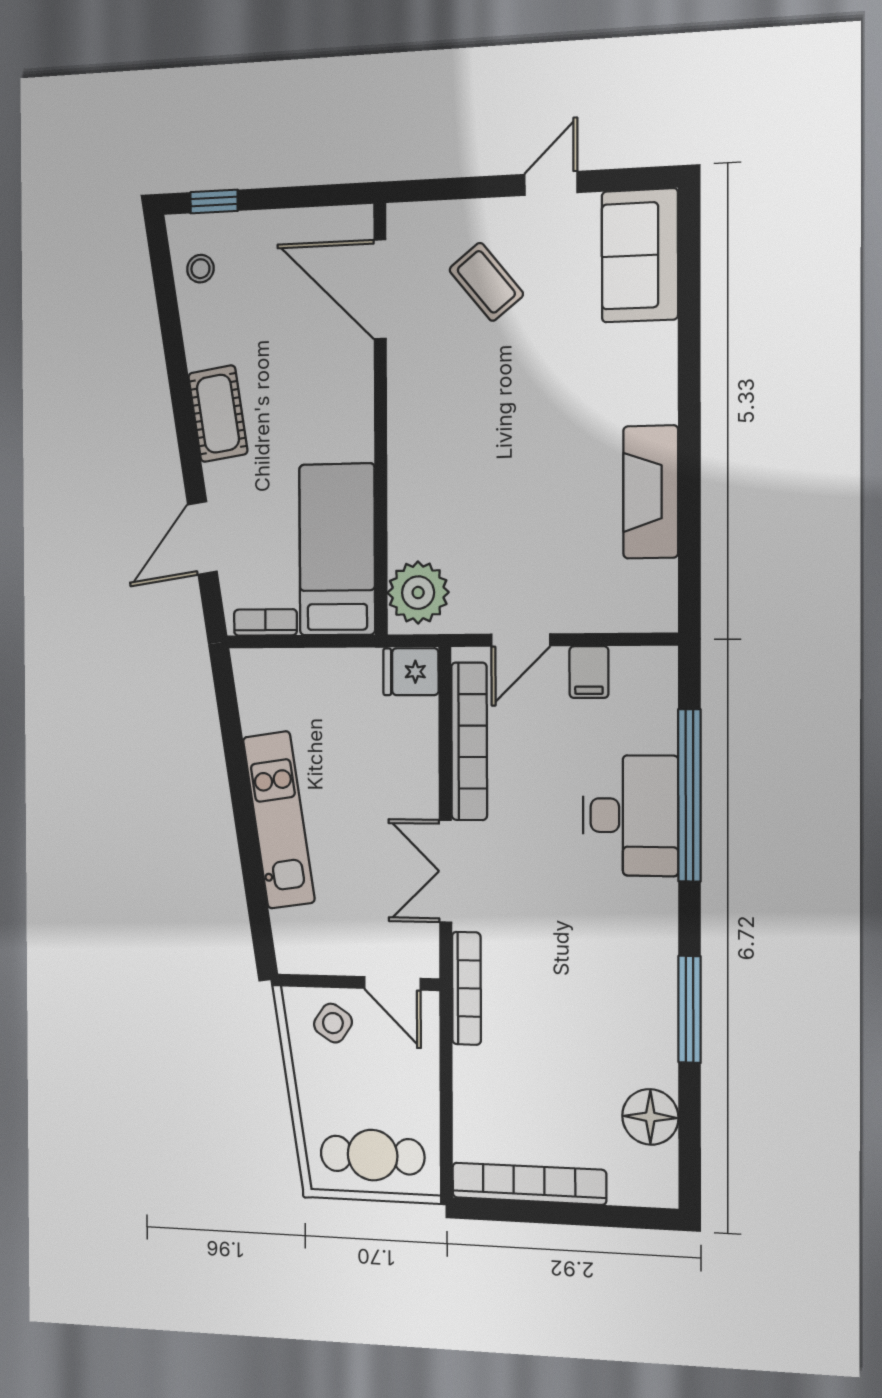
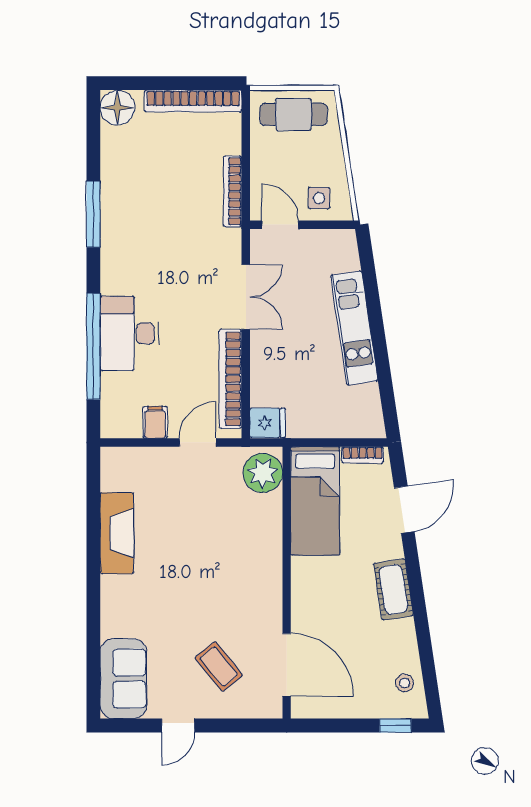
bookcase: (466, 988) -> (233, 191), moved
side table: (333, 1023) -> (319, 198), turned -33
floor lamp: (650, 1117) -> (117, 108), moved

